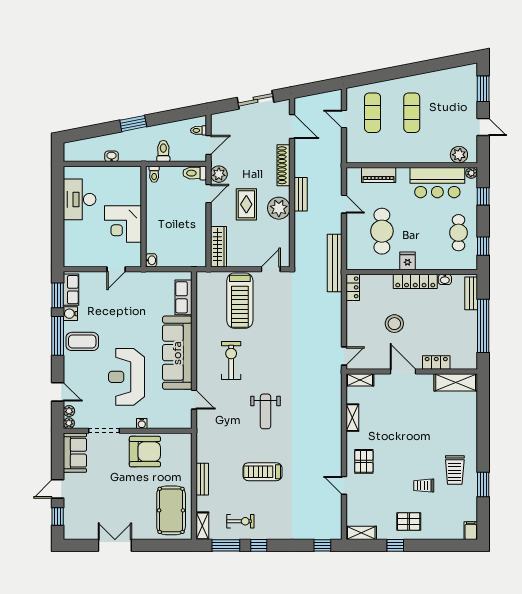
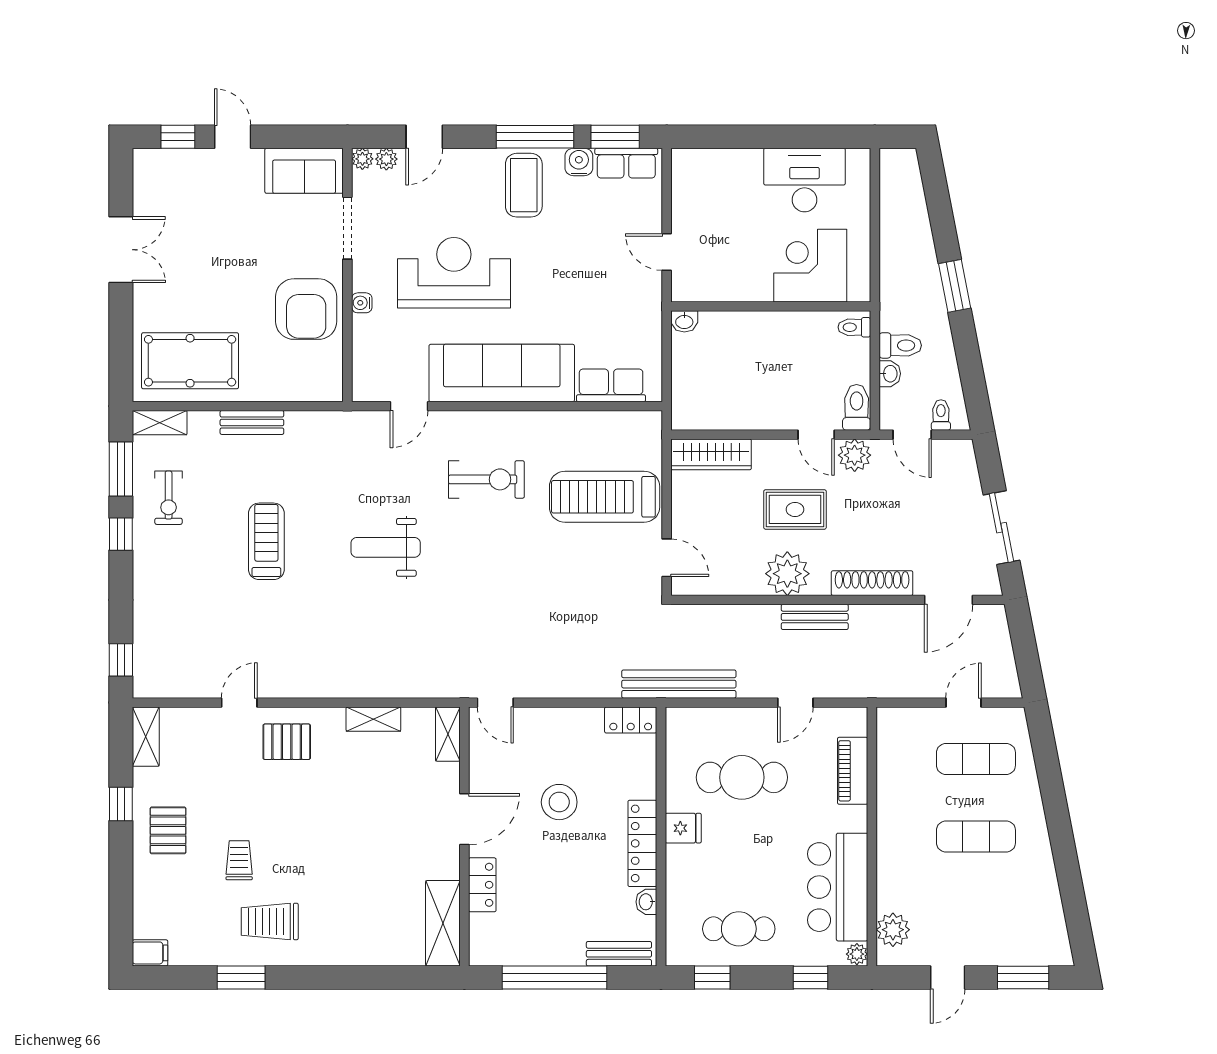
washbasin: (112, 156) -> (890, 374), moved
corner desk: (123, 224) -> (810, 266), moved

